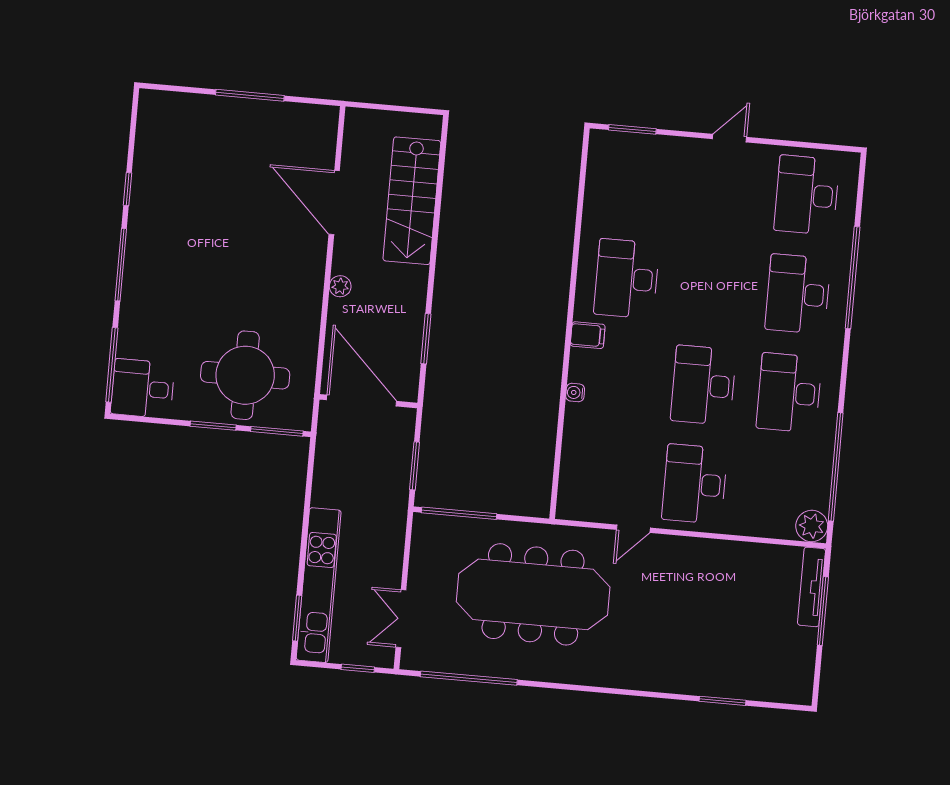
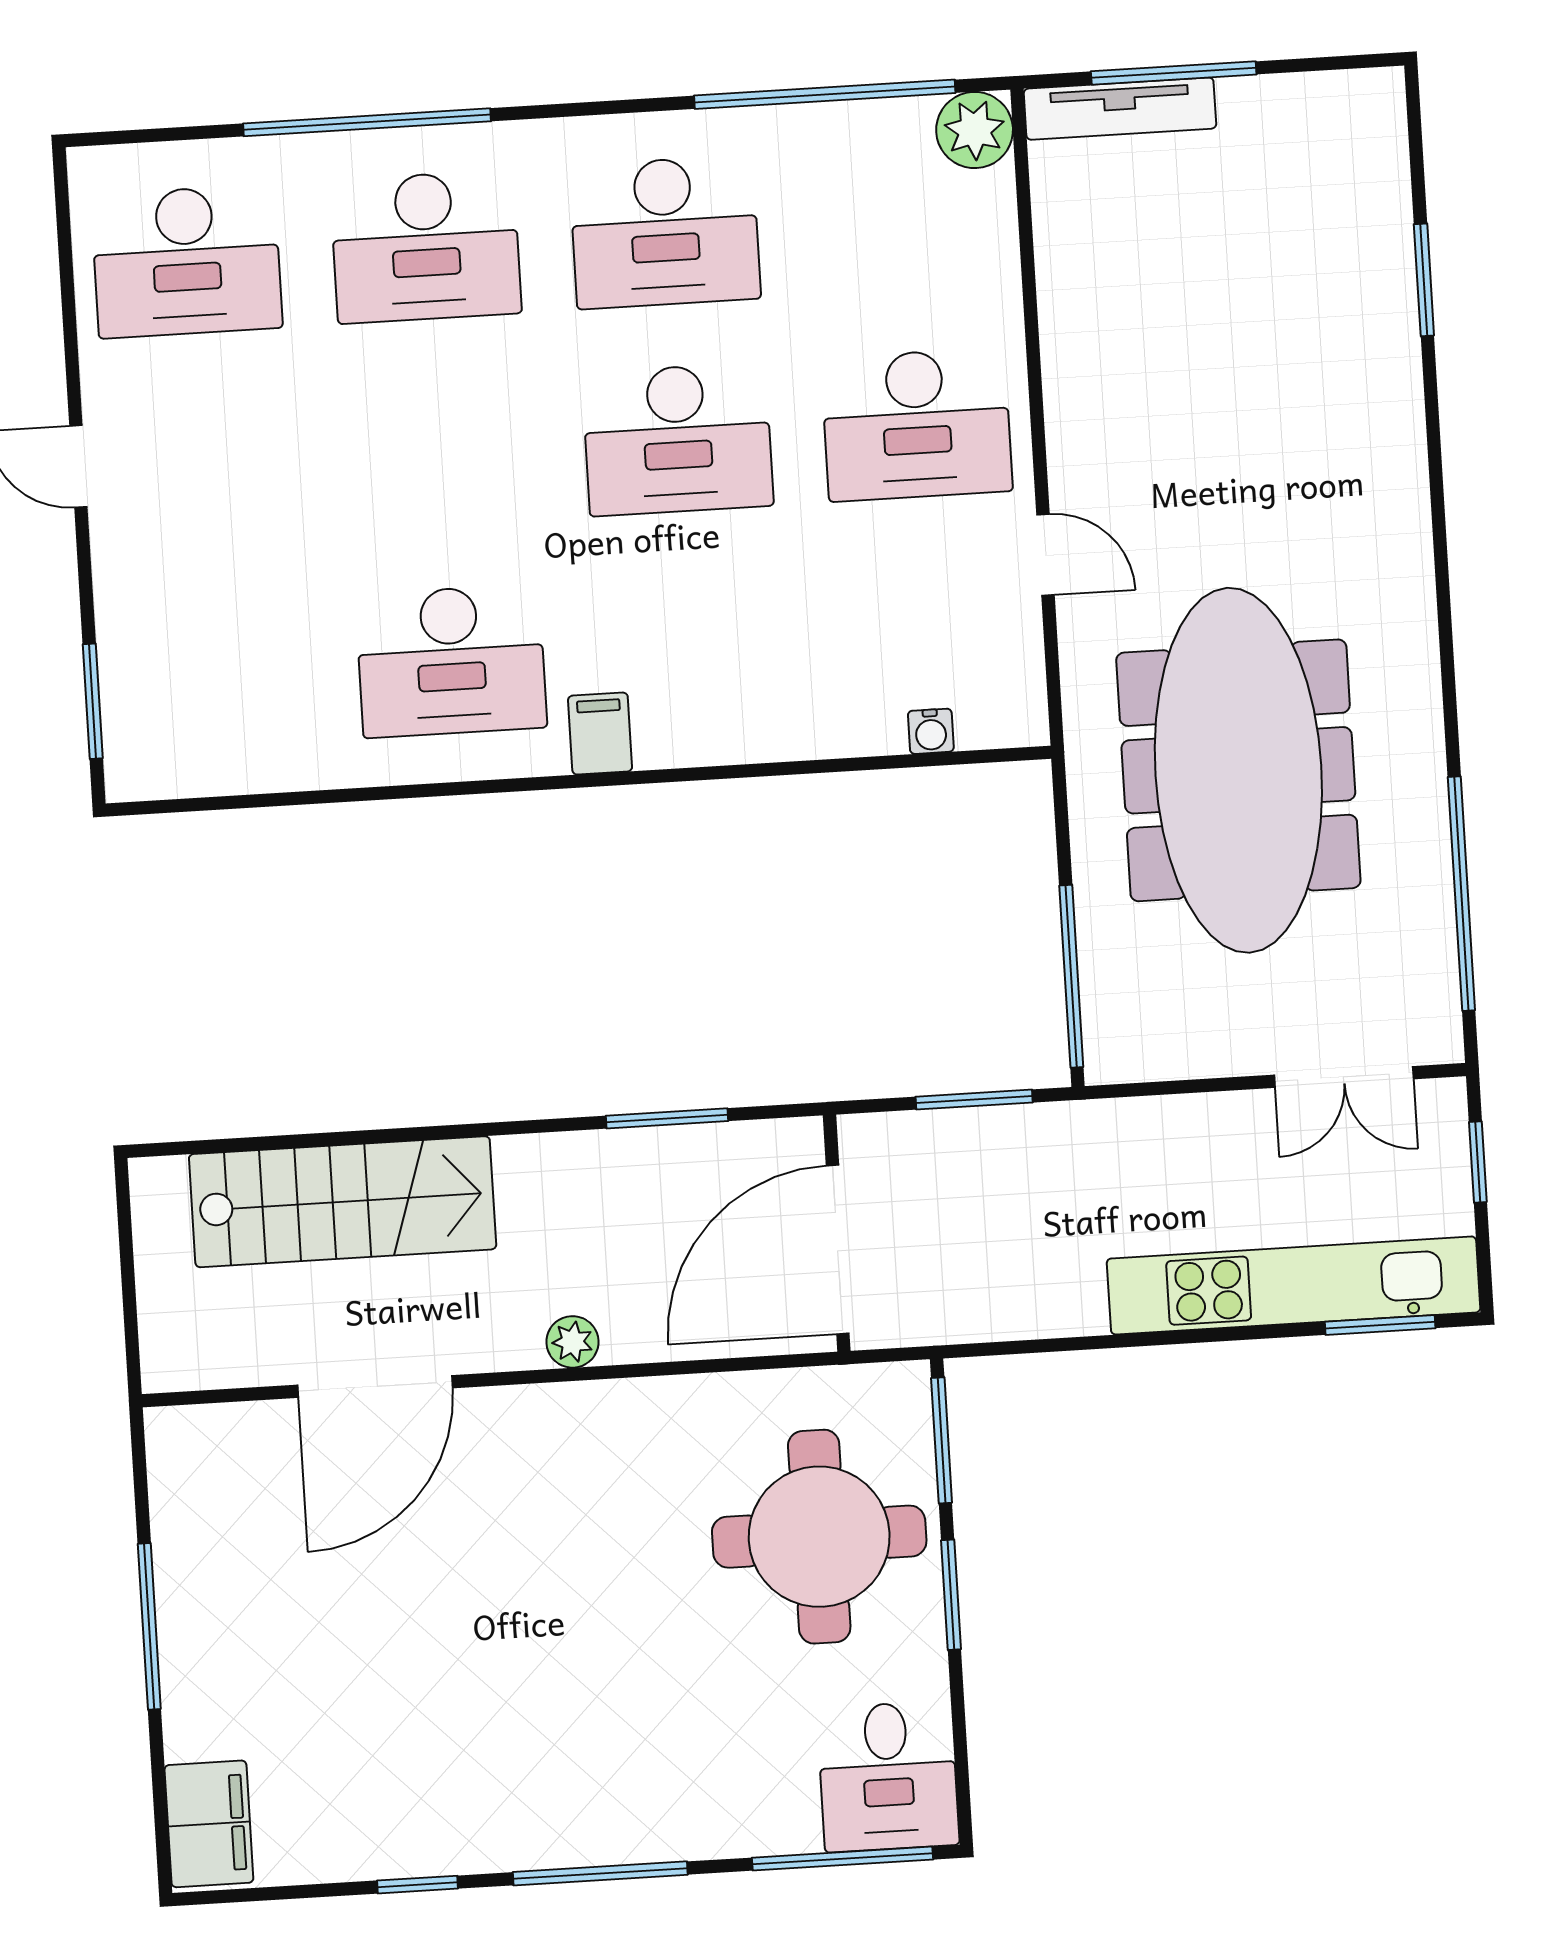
filing cabinet: (165, 107) -> (209, 1824), added
water cooler: (575, 393) -> (931, 731), moved

